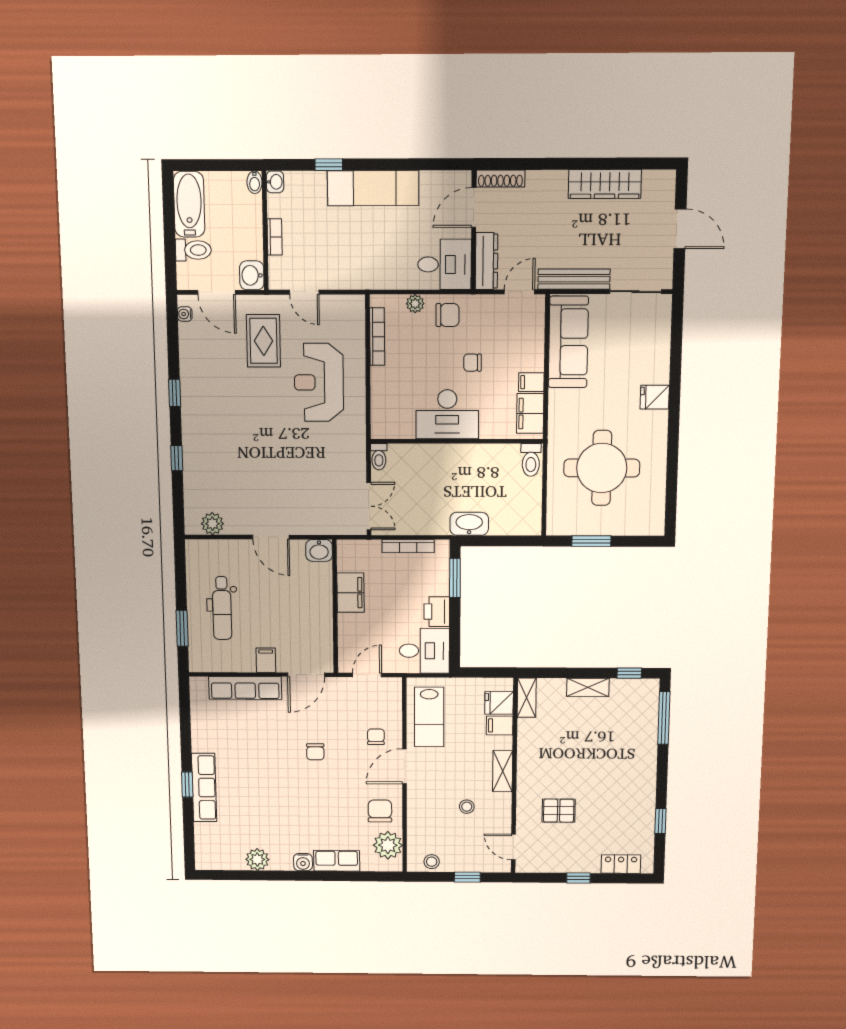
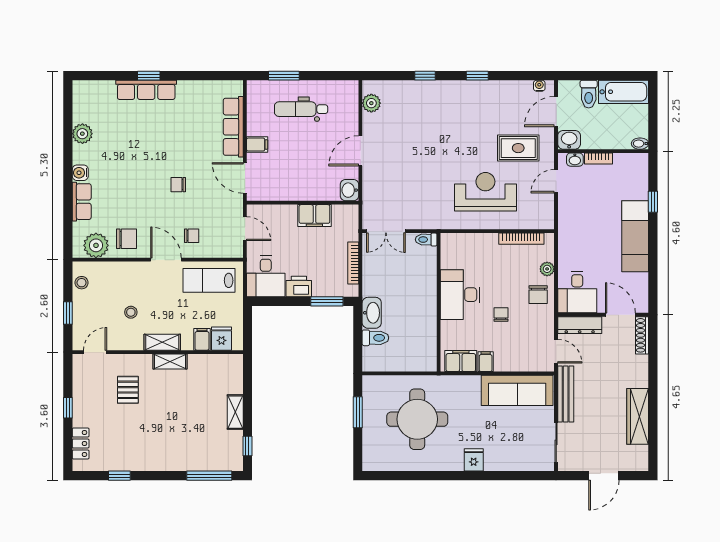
washbasin: (275, 182) -> (575, 160), moved
toilet: (531, 460) -> (375, 338), moved, turned 180
shelving: (527, 698) -> (170, 362), moved

